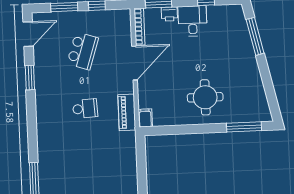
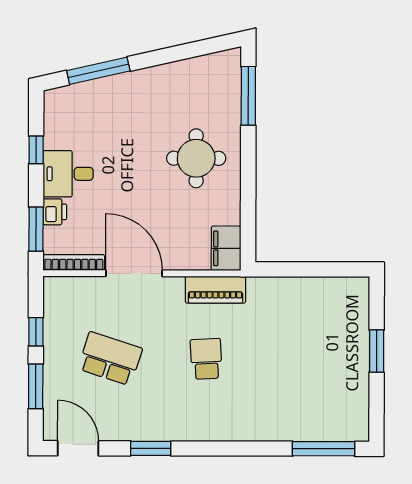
filing cabinet: (145, 118) -> (226, 248), width x2.00

